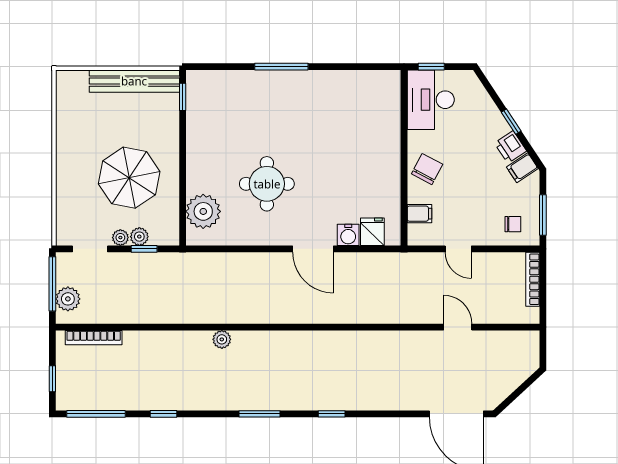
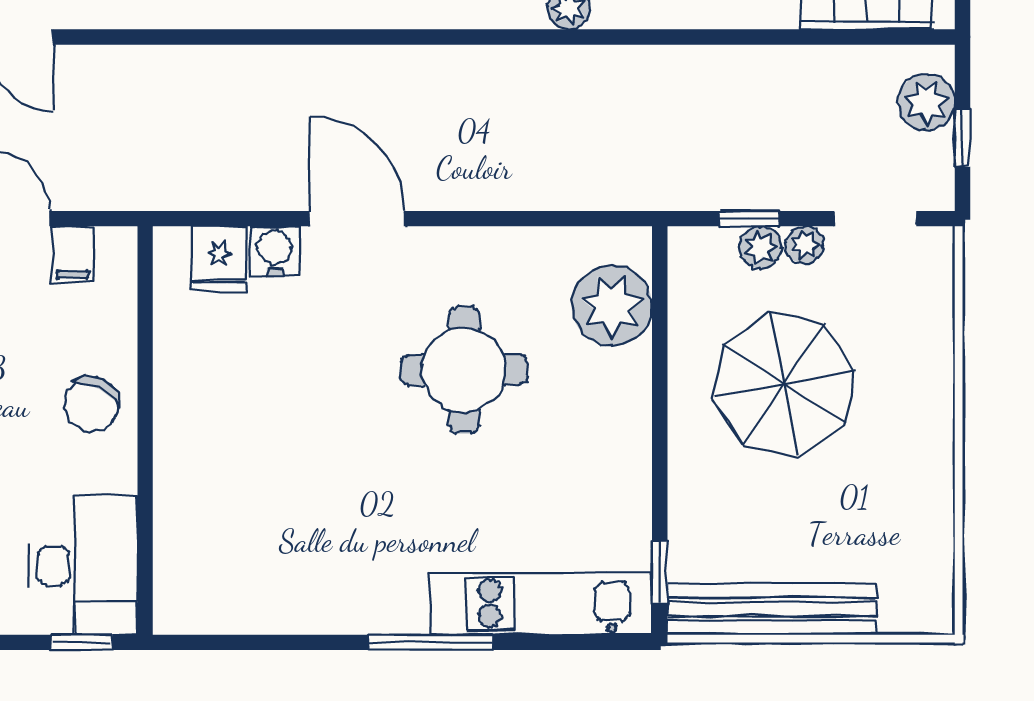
kitchen unit: (234, 83) -> (541, 603), added
filing cabinet: (419, 214) -> (72, 255), moved, turned -90
window: (52, 284) -> (962, 137), width x0.46

